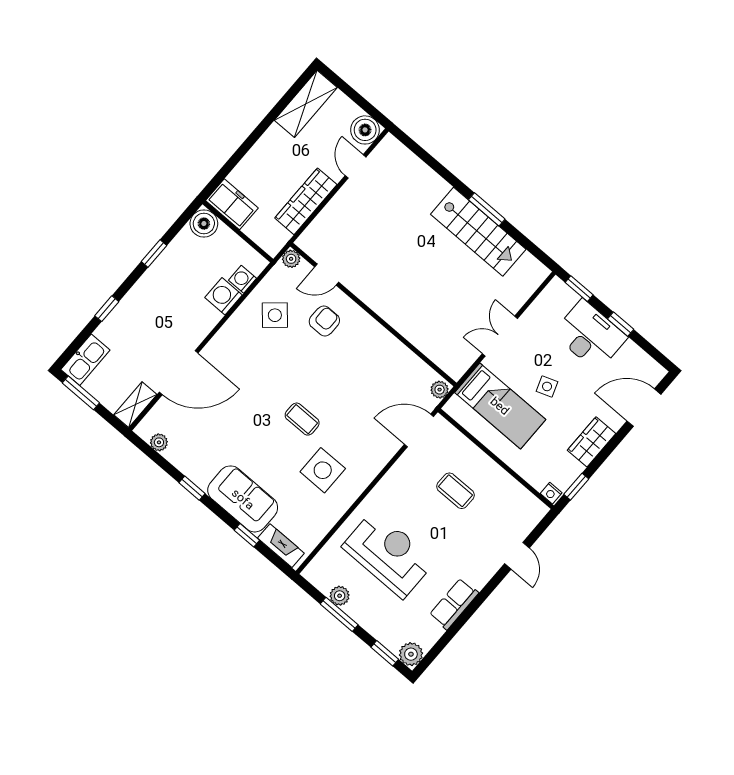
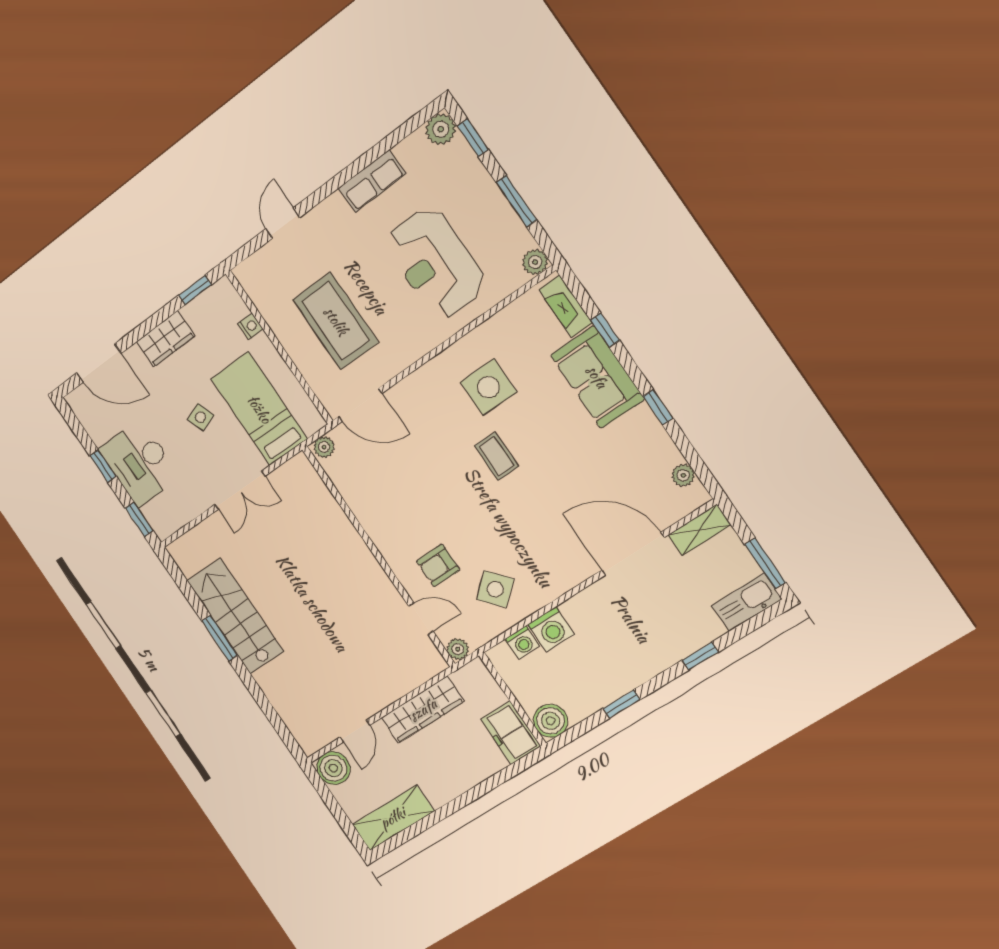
coffee table: (455, 491) -> (336, 321), width x1.86, depth x1.72
nightstand: (551, 493) -> (250, 326), moved
plant: (340, 596) -> (535, 262), moved

